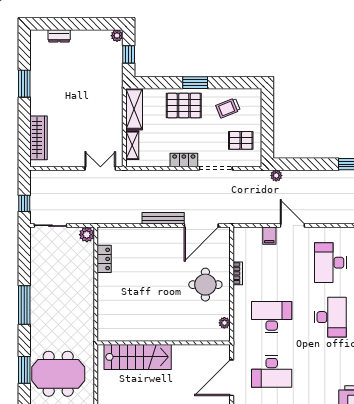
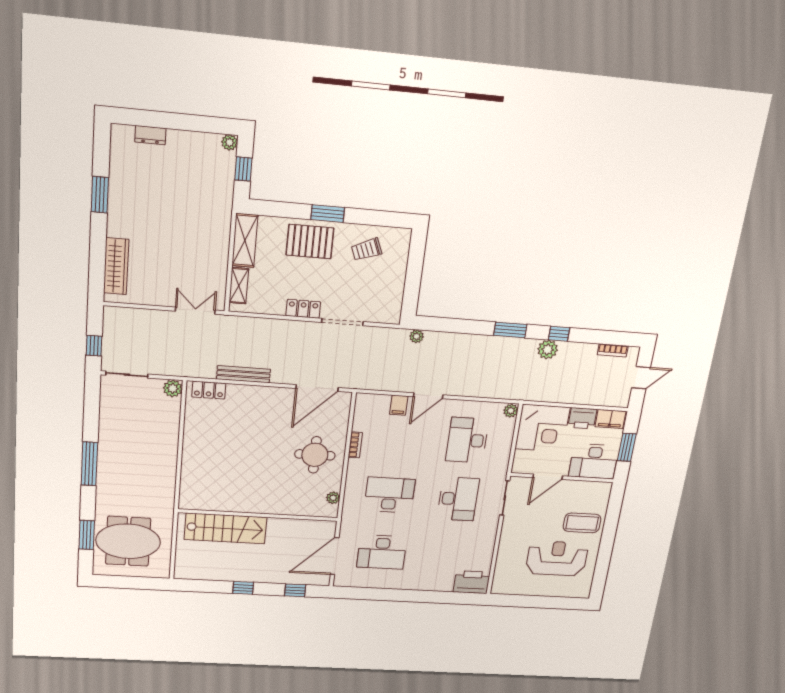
pallet: (241, 140) -> (378, 291), removed
bench: (163, 218) -> (243, 374), moved
door: (292, 226) -> (428, 396), swing flipped
locker: (104, 259) -> (209, 390), moved, turned 90

